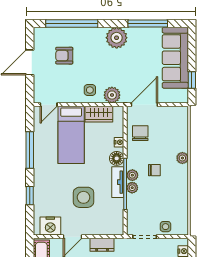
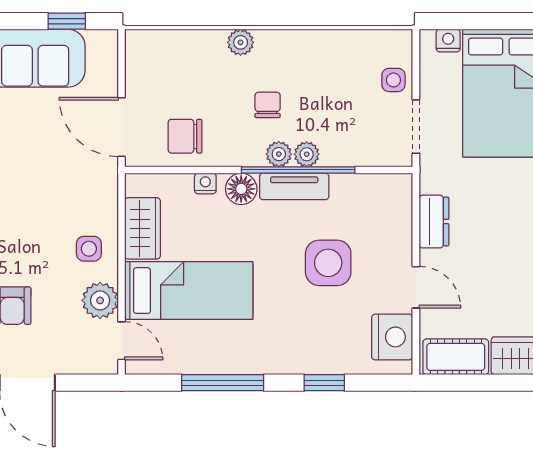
plant: (112, 95) -> (100, 300), moved

